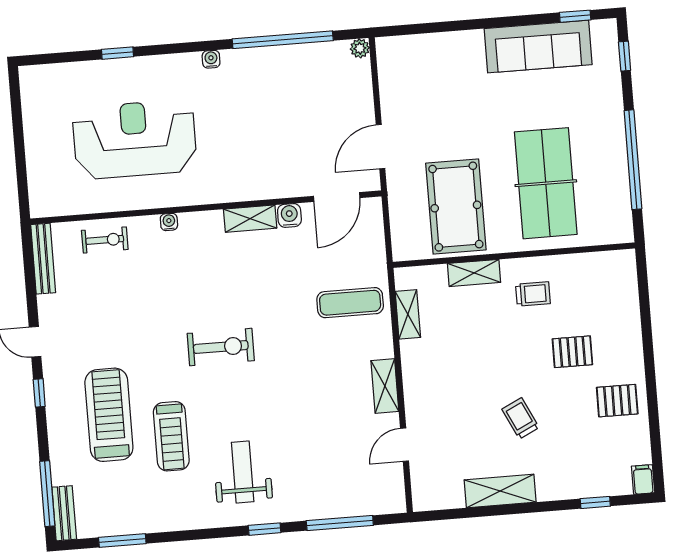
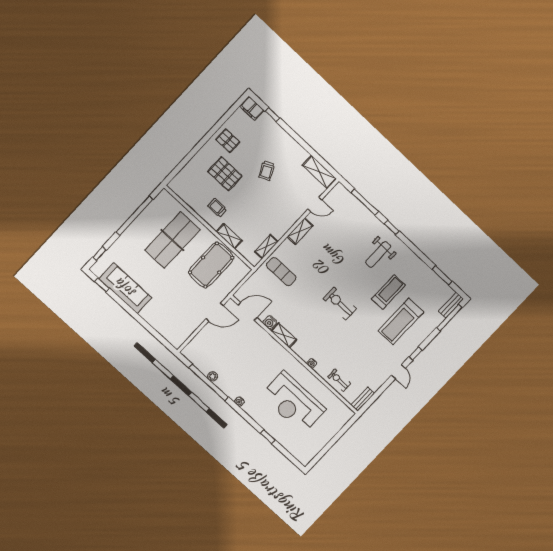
plant: (360, 48) -> (213, 376), moved
bench: (43, 259) -> (363, 399), width x0.73
pallet: (572, 352) -> (225, 174), width x1.50, depth x1.42
filing cabinet: (643, 479) -> (252, 108), width x2.00
shelving: (500, 491) -> (319, 172), moved

